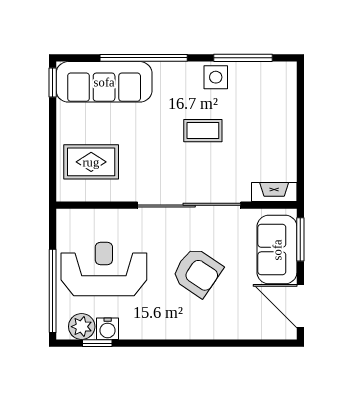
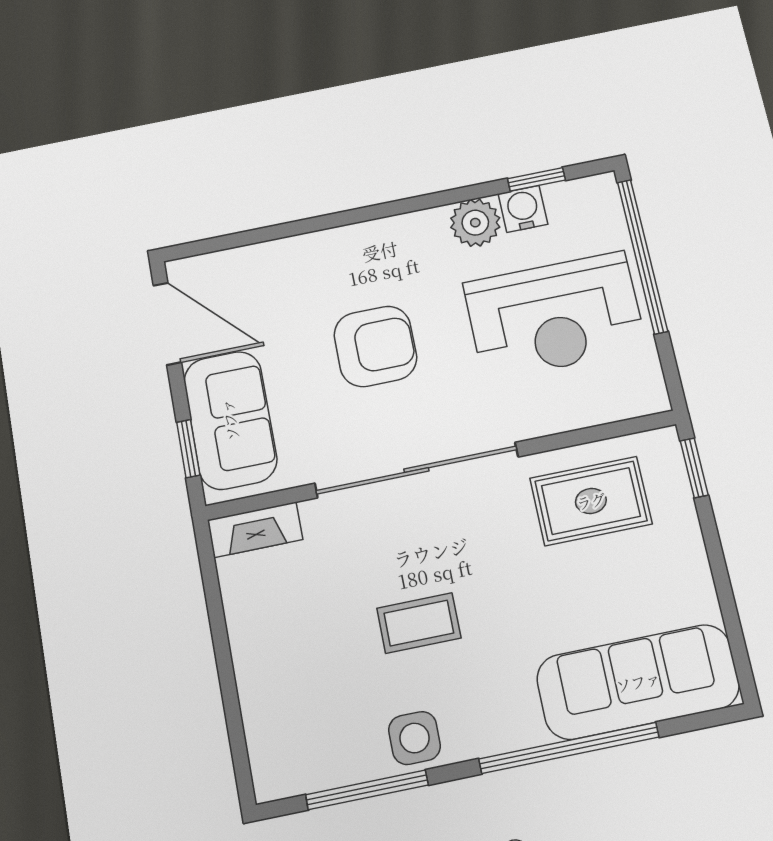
window: (53, 82) -> (694, 468), moved
rug: (91, 162) -> (591, 501), moved
window: (300, 239) -> (188, 449), width x0.67
armchair: (197, 272) -> (375, 346), turned 146
plant: (82, 327) -> (475, 223), moved

